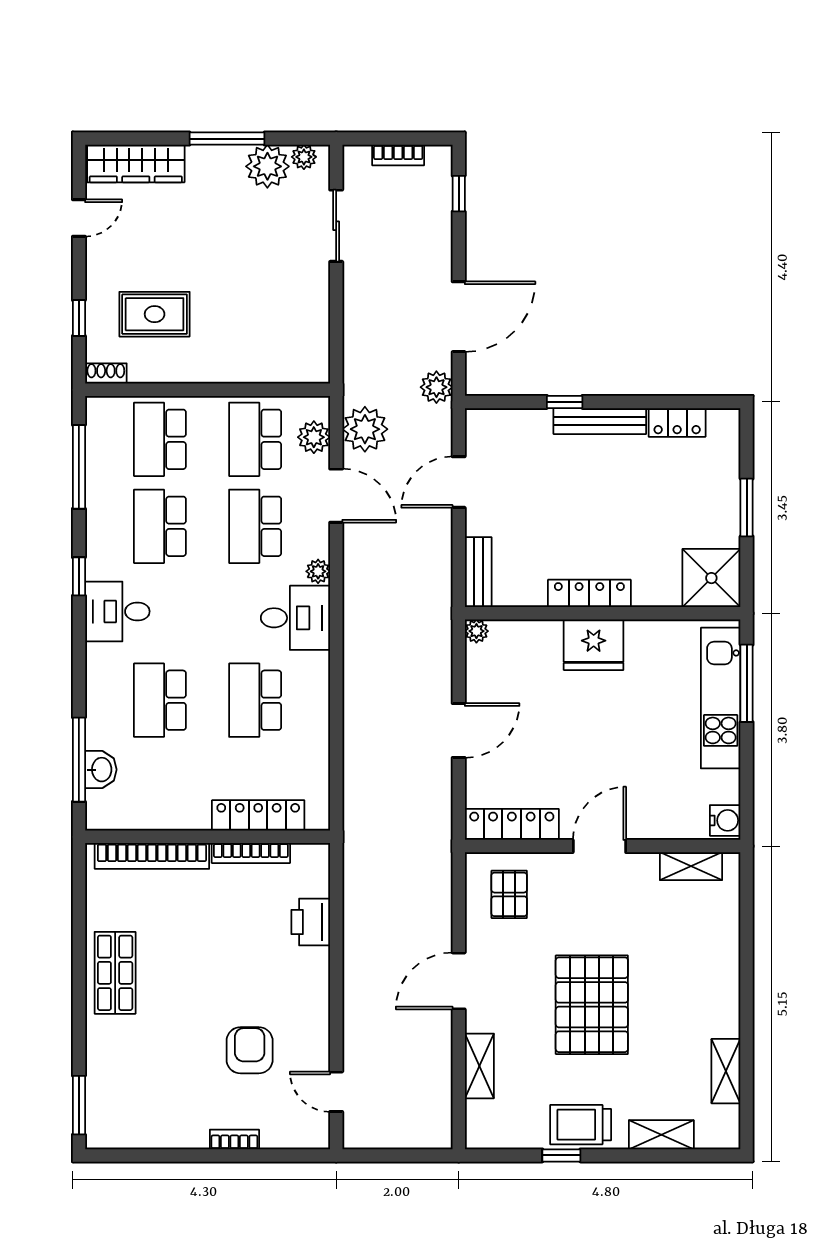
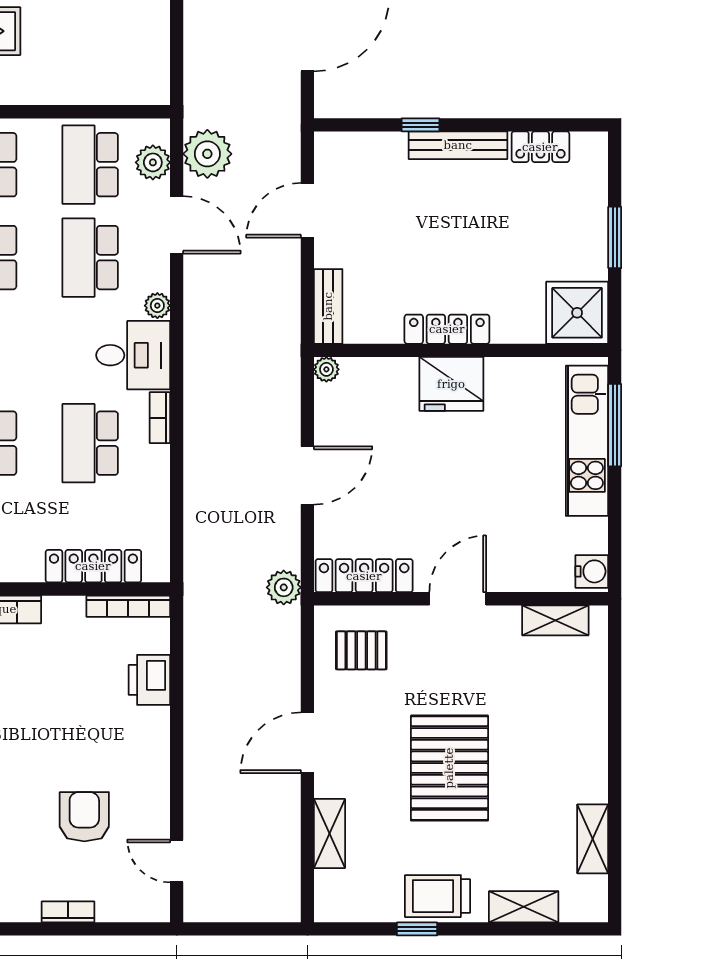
plant: (436, 387) -> (284, 587), moved
bookcase: (320, 676) -> (160, 418), added
bookcase: (251, 853) -> (128, 606), moved
pallet: (509, 894) -> (361, 650), turned 90

